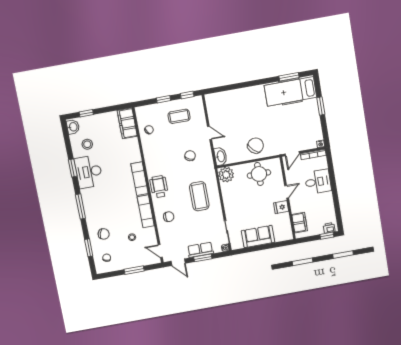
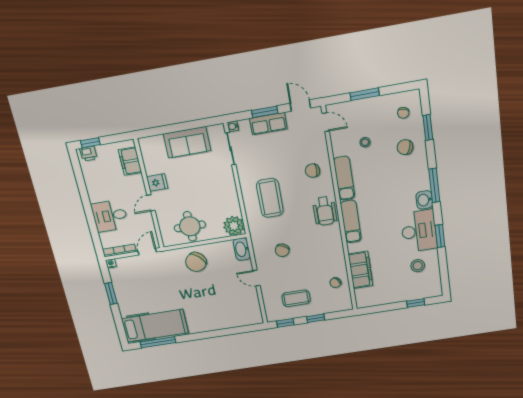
window: (289, 77) -> (158, 342), width x1.44
window: (321, 106) -> (111, 294), moved
filing cabinet: (127, 123) -> (360, 270), moved
washbasin: (73, 127) -> (424, 200), moved

